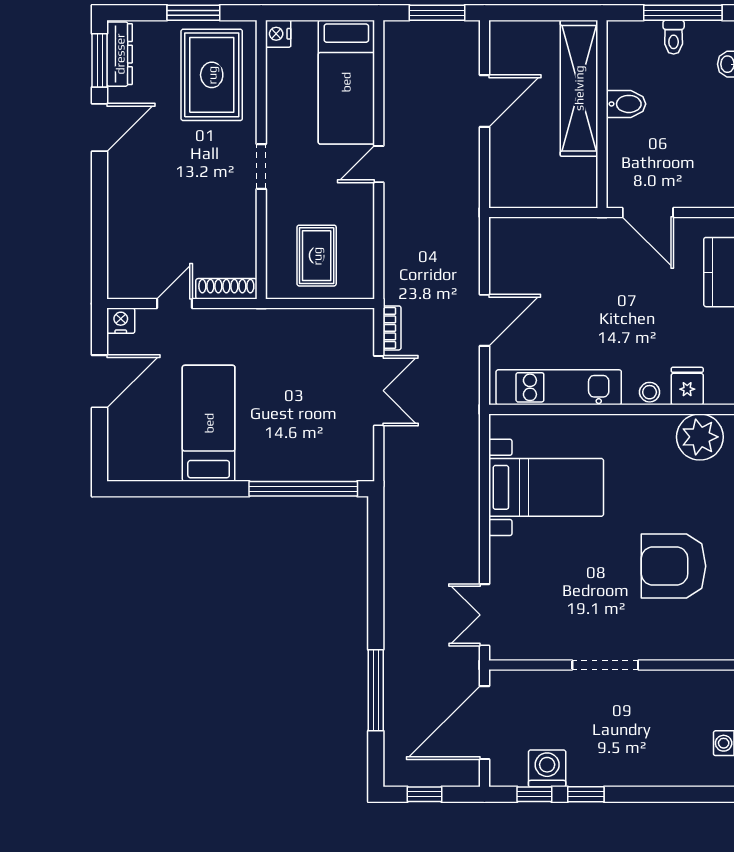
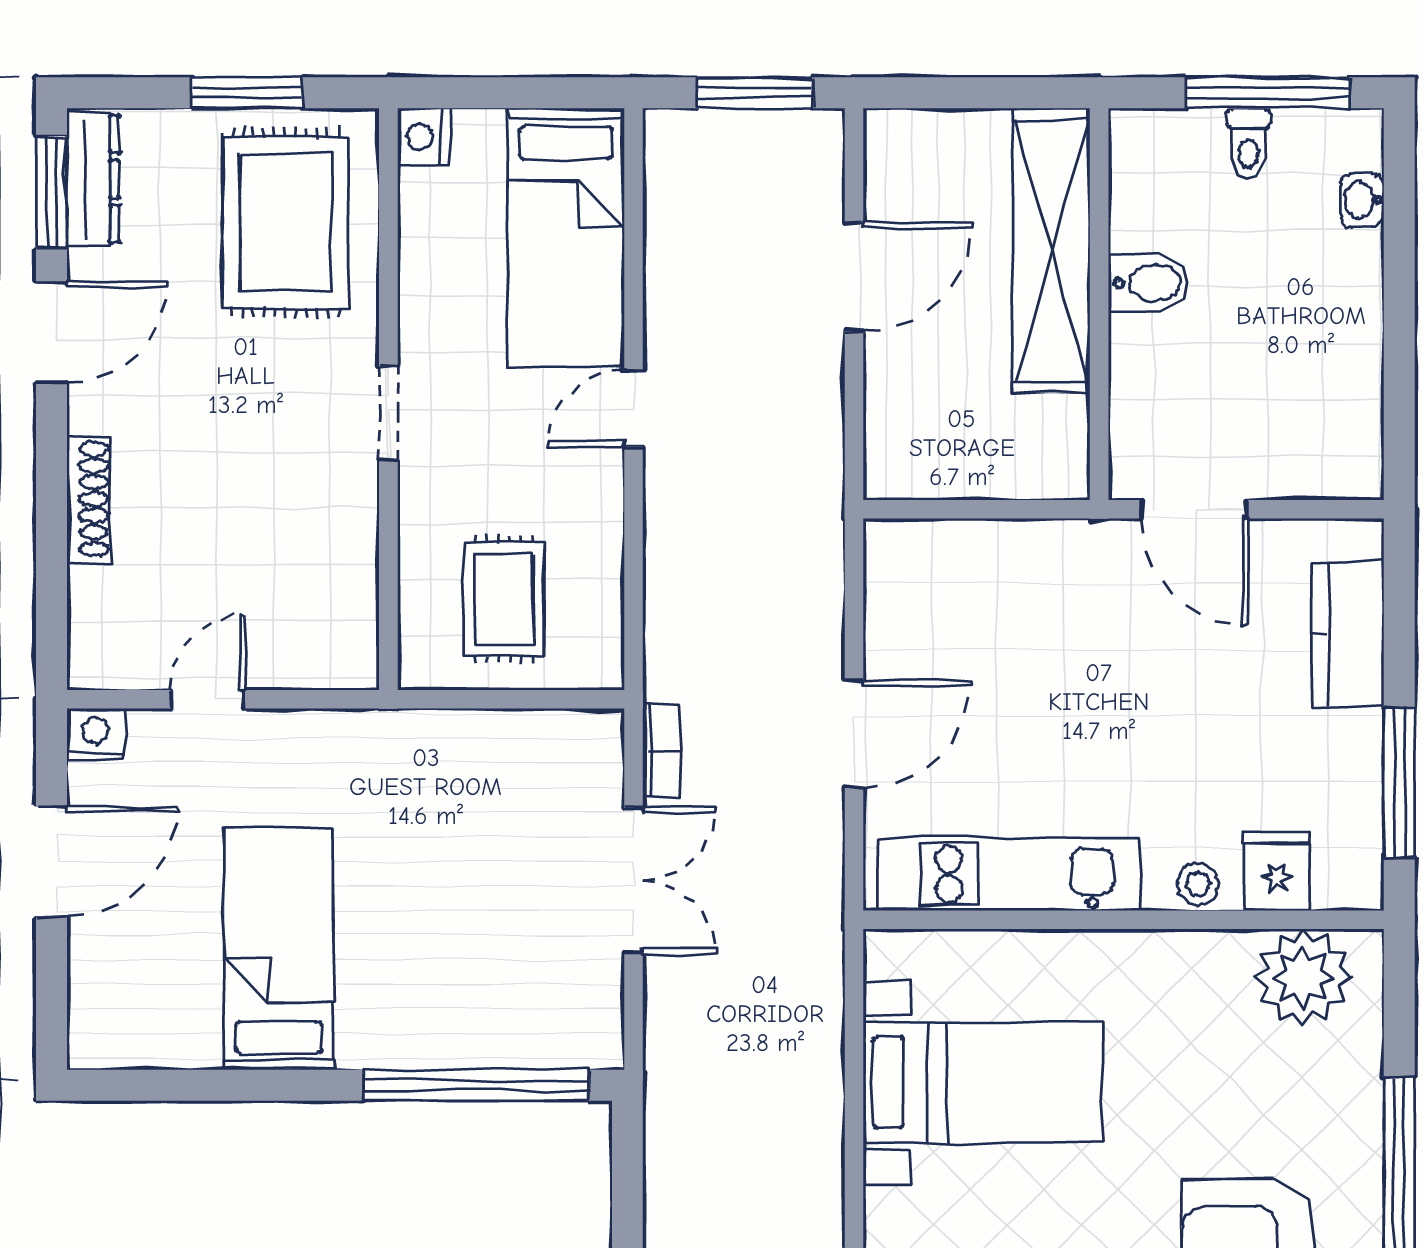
shoe rack: (226, 289) -> (88, 499), moved, turned 90

